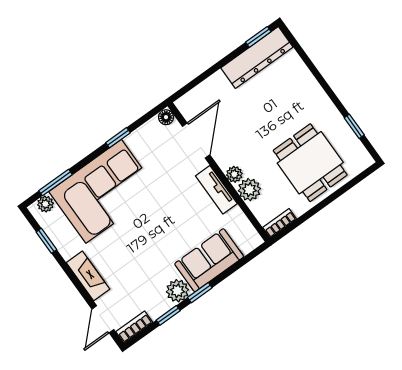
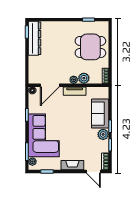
door: (196, 141) -> (50, 85), swing flipped

